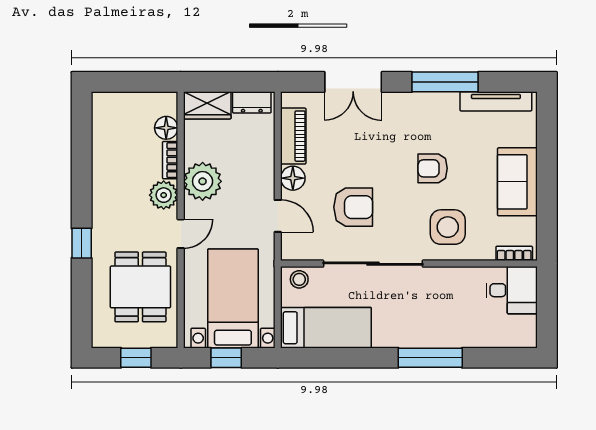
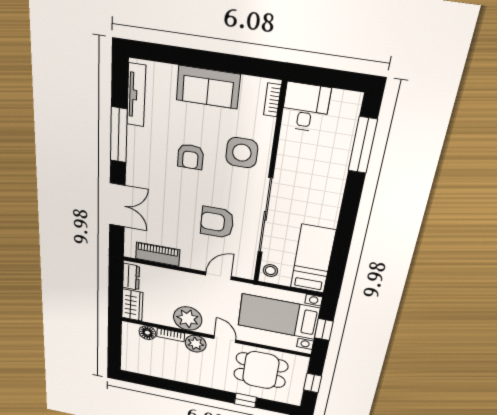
floor lamp: (293, 178) -> (190, 260), removed
armchair: (353, 207) -> (217, 222), turned -90
window: (82, 243) -> (245, 400), moved
window: (430, 358) -> (363, 145), moved

